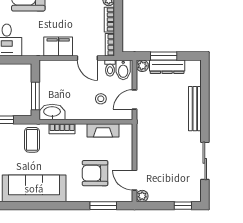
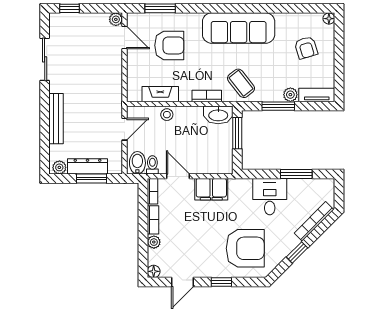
plant: (142, 66) -> (59, 167), moved
stool: (101, 99) -> (167, 115), moved
coffee table: (32, 140) -> (241, 83), turned -38

